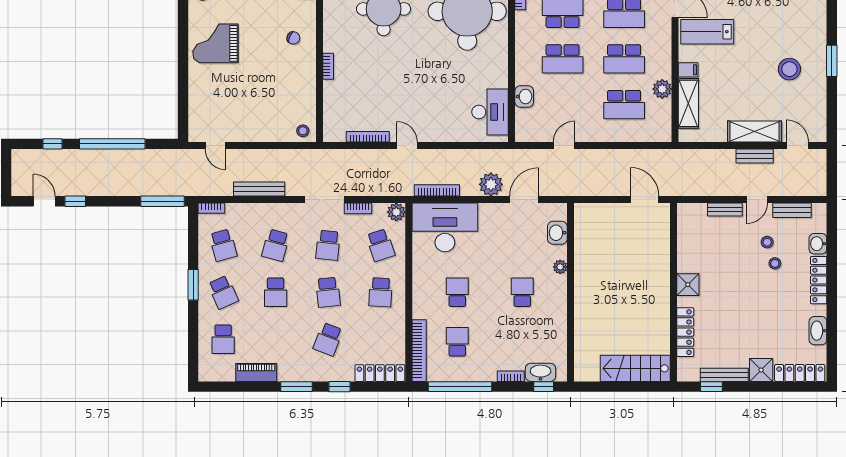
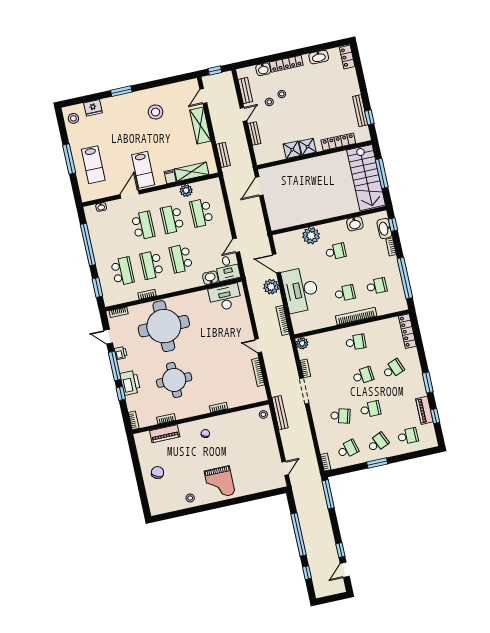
school desk: (563, 59) -> (181, 258), turned 180
school desk: (624, 59) -> (172, 219), turned 180
window: (832, 61) -> (121, 91), moved
school desk: (624, 105) -> (201, 213), turned 180
desk: (533, 125) -> (228, 268), added
door: (407, 146) -> (258, 346), hinge flipped
door: (564, 146) -> (236, 245), hinge flipped
bench: (755, 156) -> (223, 155), moved
window: (832, 171) -> (215, 71), added
bench: (259, 189) -> (280, 413), moved
door: (757, 200) -> (243, 114), hinge flipped
desk: (445, 227) -> (301, 290), moved
washbasin: (557, 233) -> (355, 224), moved
school desk: (328, 245) -> (333, 382), removed
school desk: (380, 245) -> (326, 349), removed
plant: (560, 267) -> (311, 236), width x1.88, depth x1.88
school desk: (457, 292) -> (345, 293), turned 180
school desk: (522, 292) -> (336, 251), turned 180
school desk: (328, 339) -> (393, 369), turned -42
school desk: (457, 342) -> (377, 286), turned 180
bookcase: (419, 351) -> (356, 316), moved
stairs: (635, 368) -> (366, 178), width x1.36, depth x1.51
shower: (761, 370) -> (292, 150), moved
locker: (800, 373) -> (347, 57), width x0.66
window: (339, 387) -> (435, 416), moved
window: (624, 387) -> (382, 173), added

